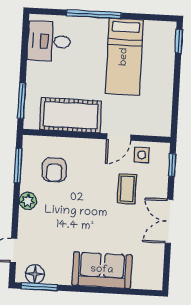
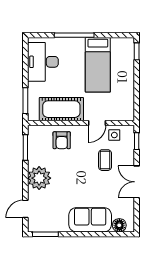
desk: (49, 41) -> (43, 62), width x1.37
armchair: (54, 170) -> (62, 140), moved
plant: (28, 201) -> (39, 178), width x1.88, depth x1.88
floor lamp: (35, 274) -> (119, 225), moved

